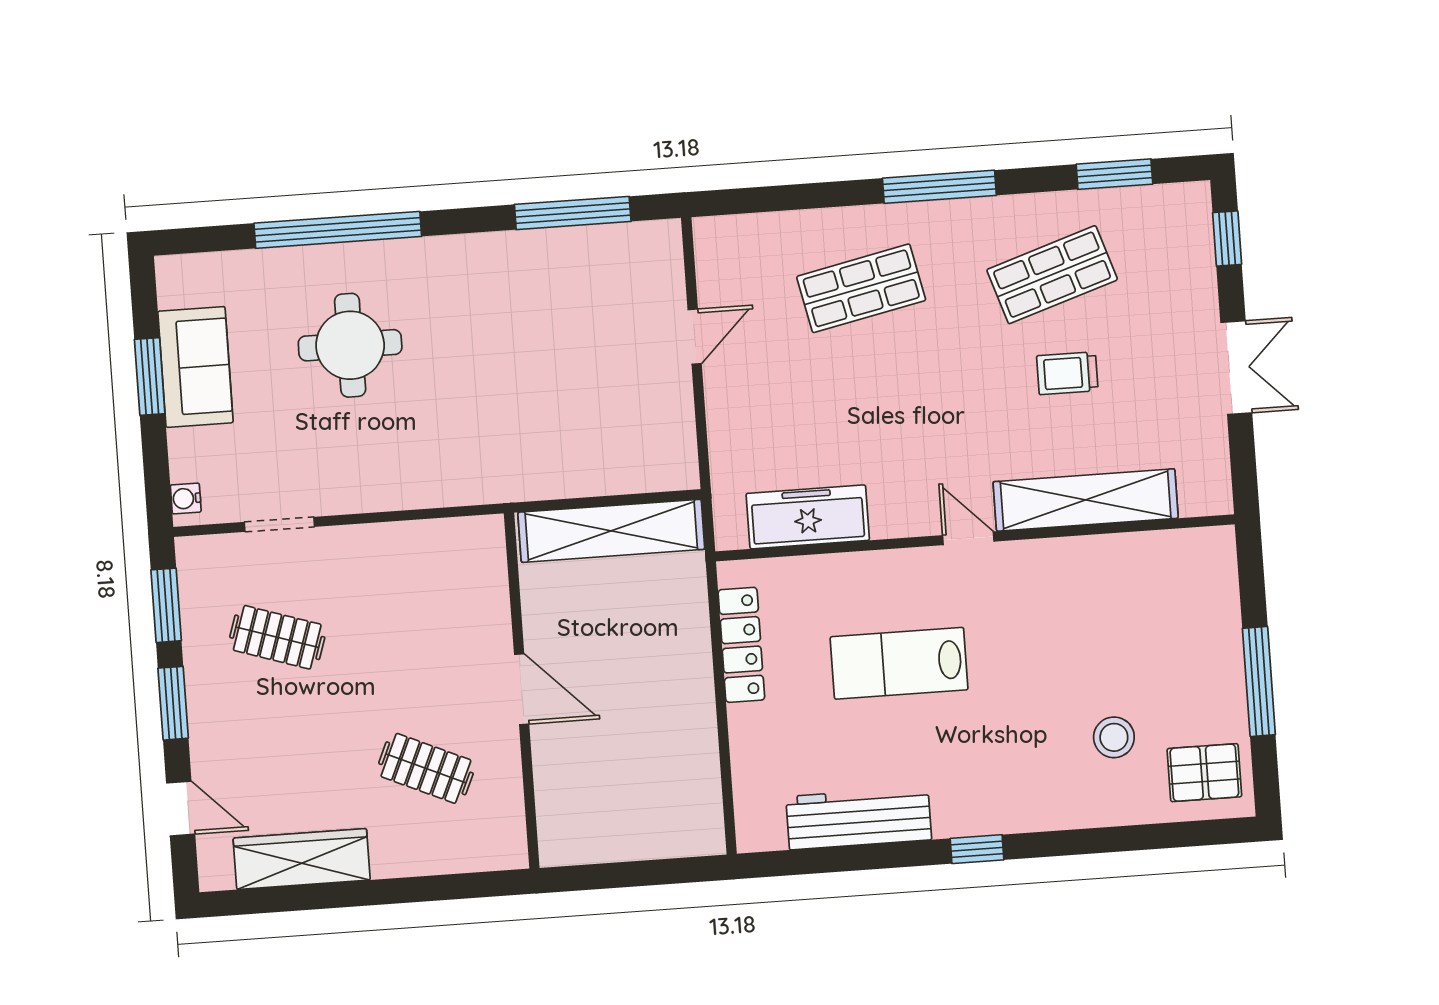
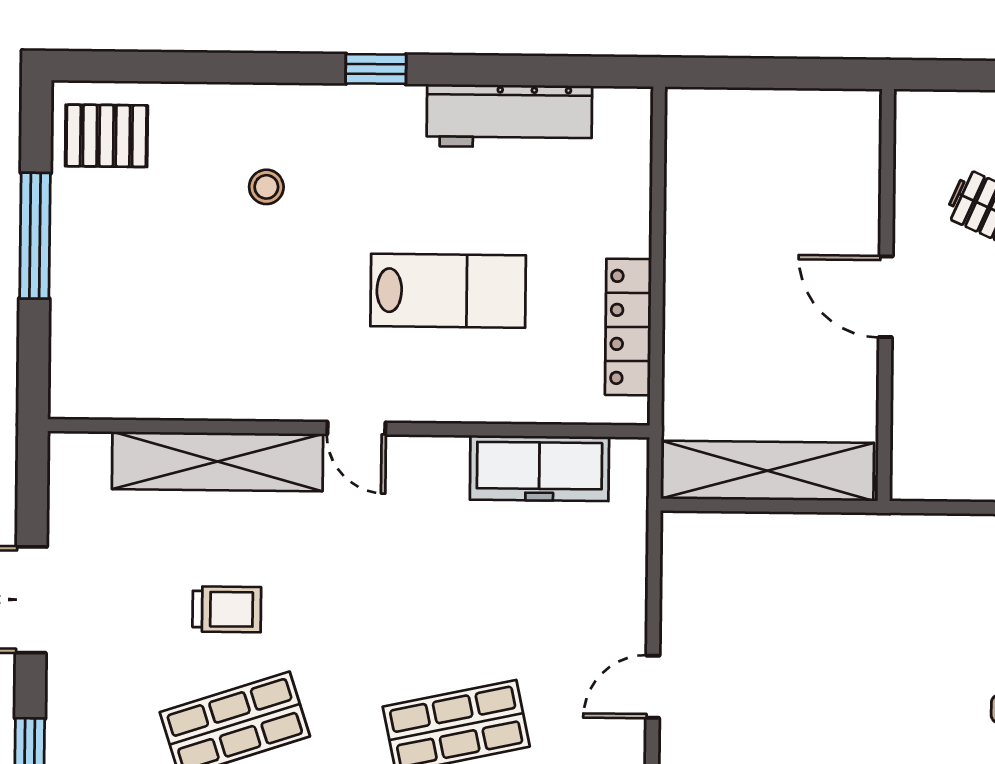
stool: (1114, 737) -> (266, 187), moved, width x0.73, depth x0.73

